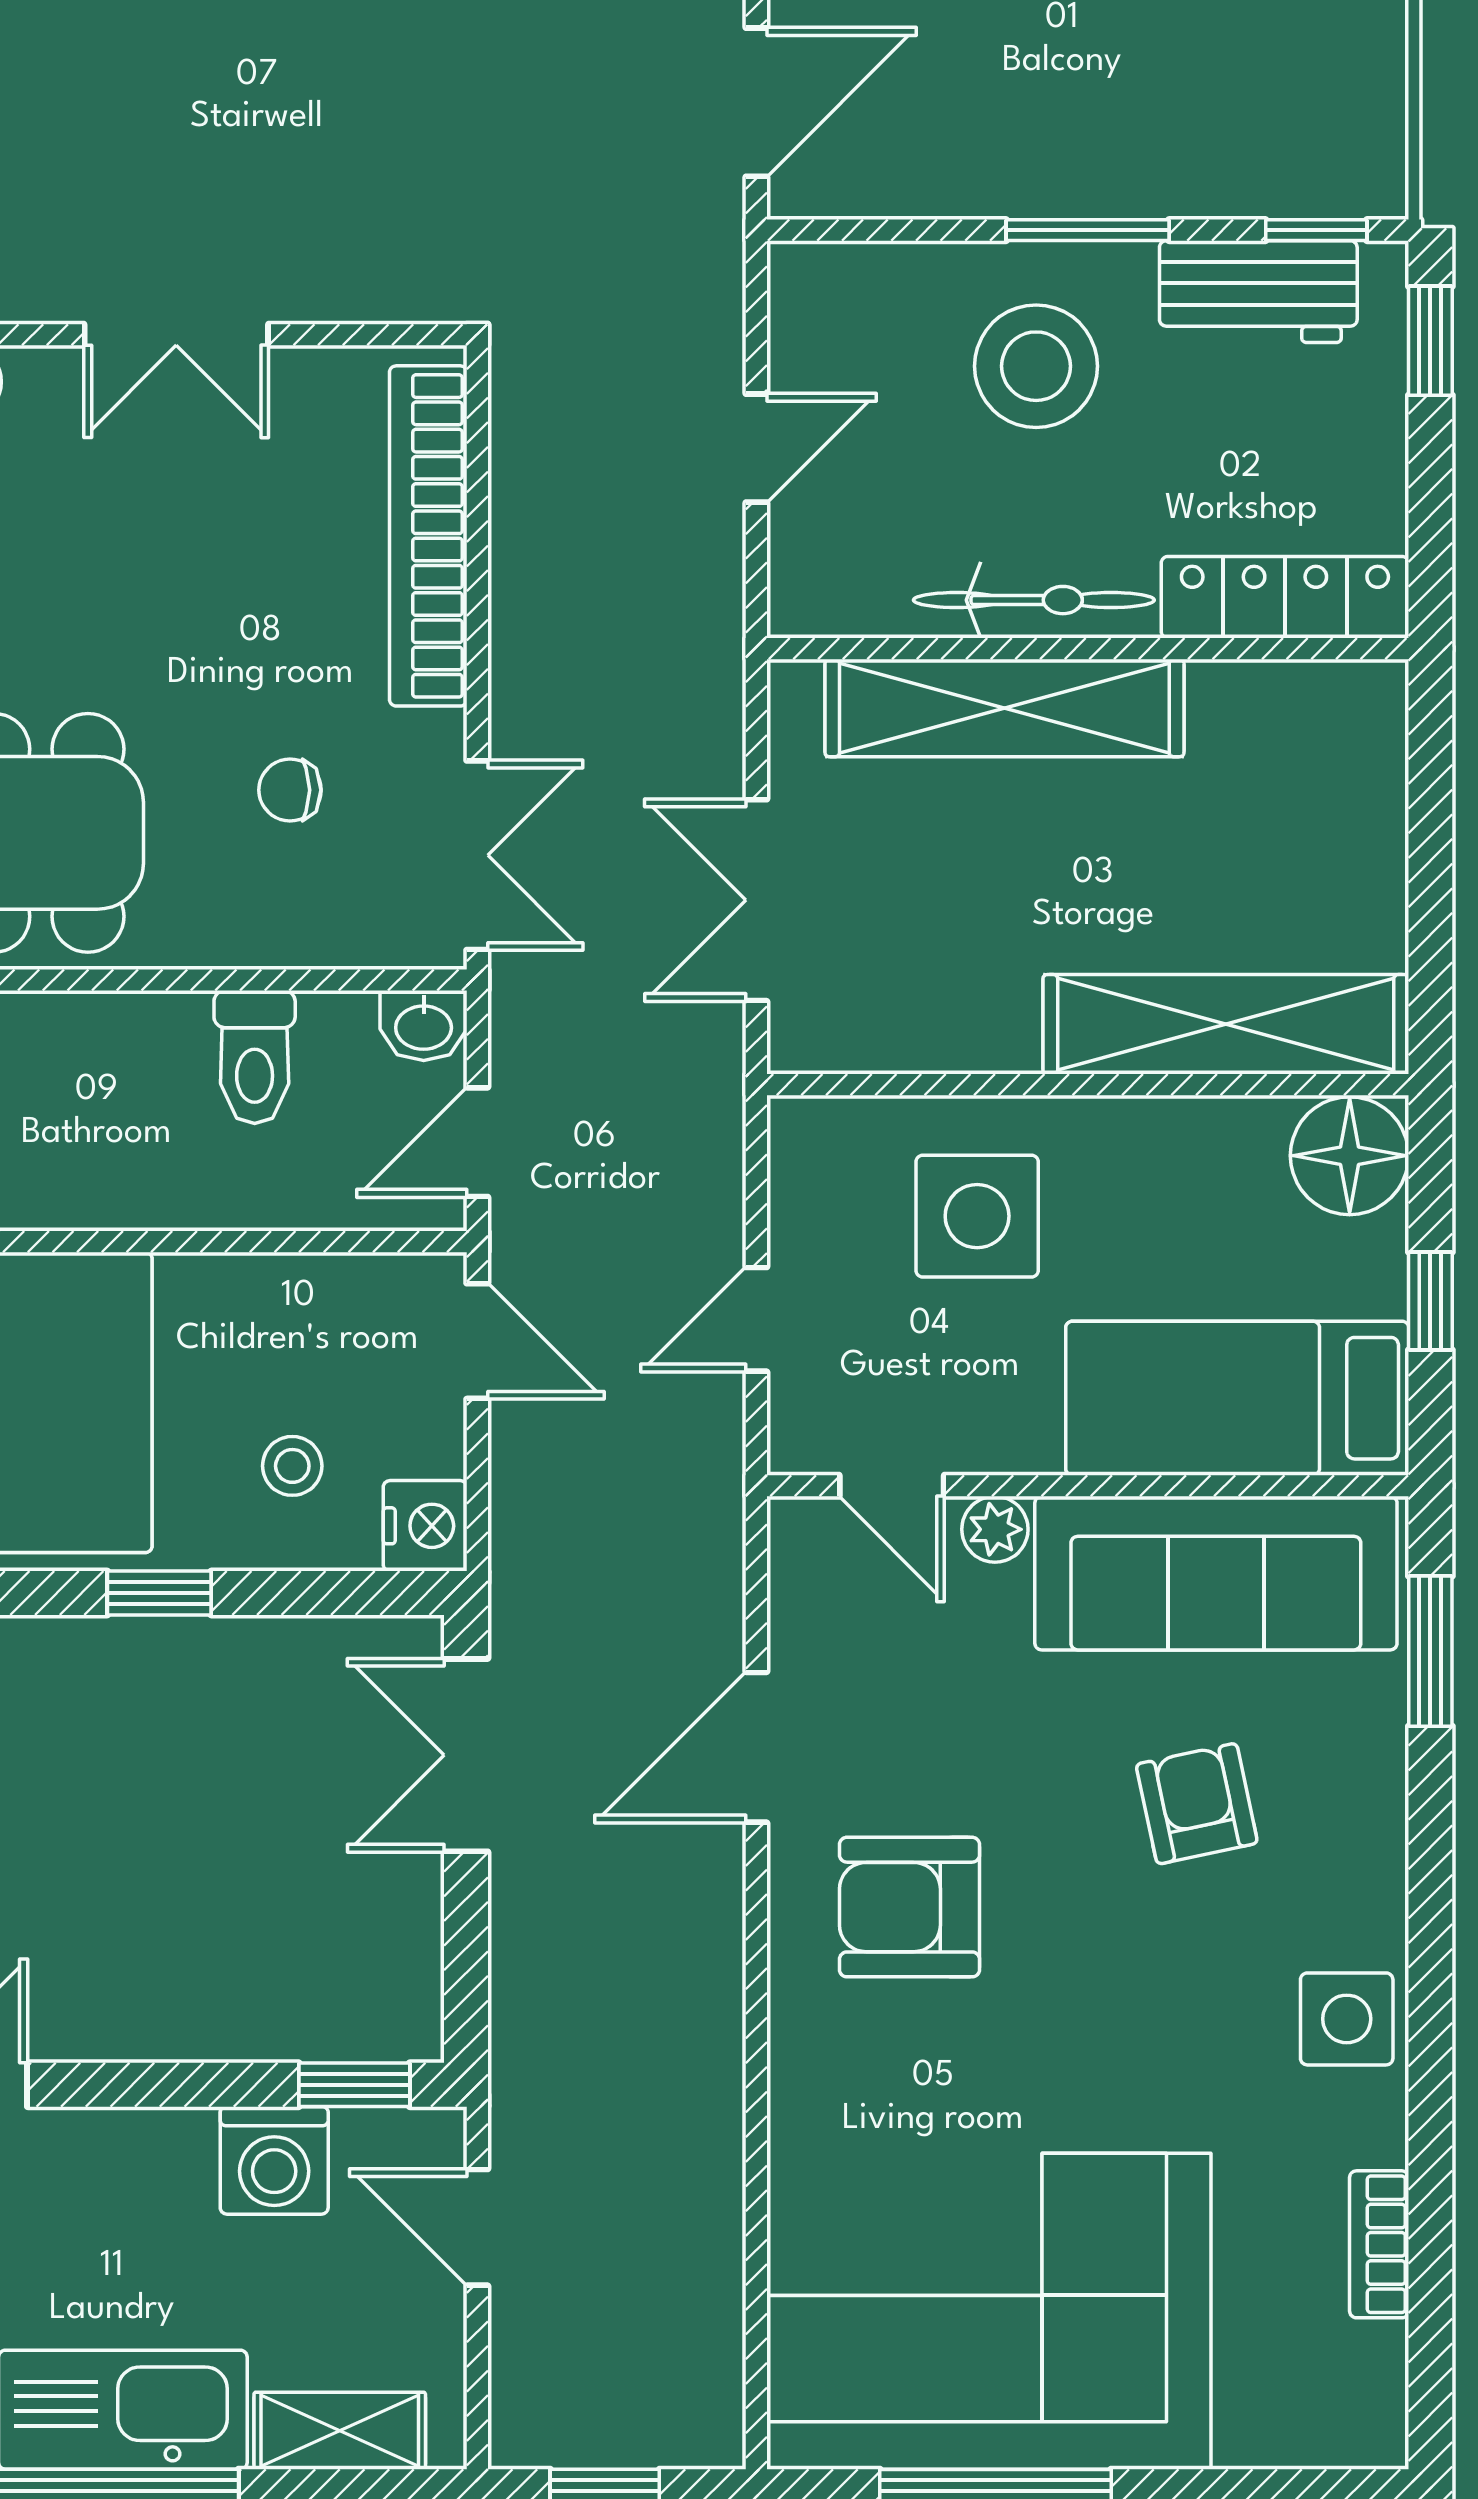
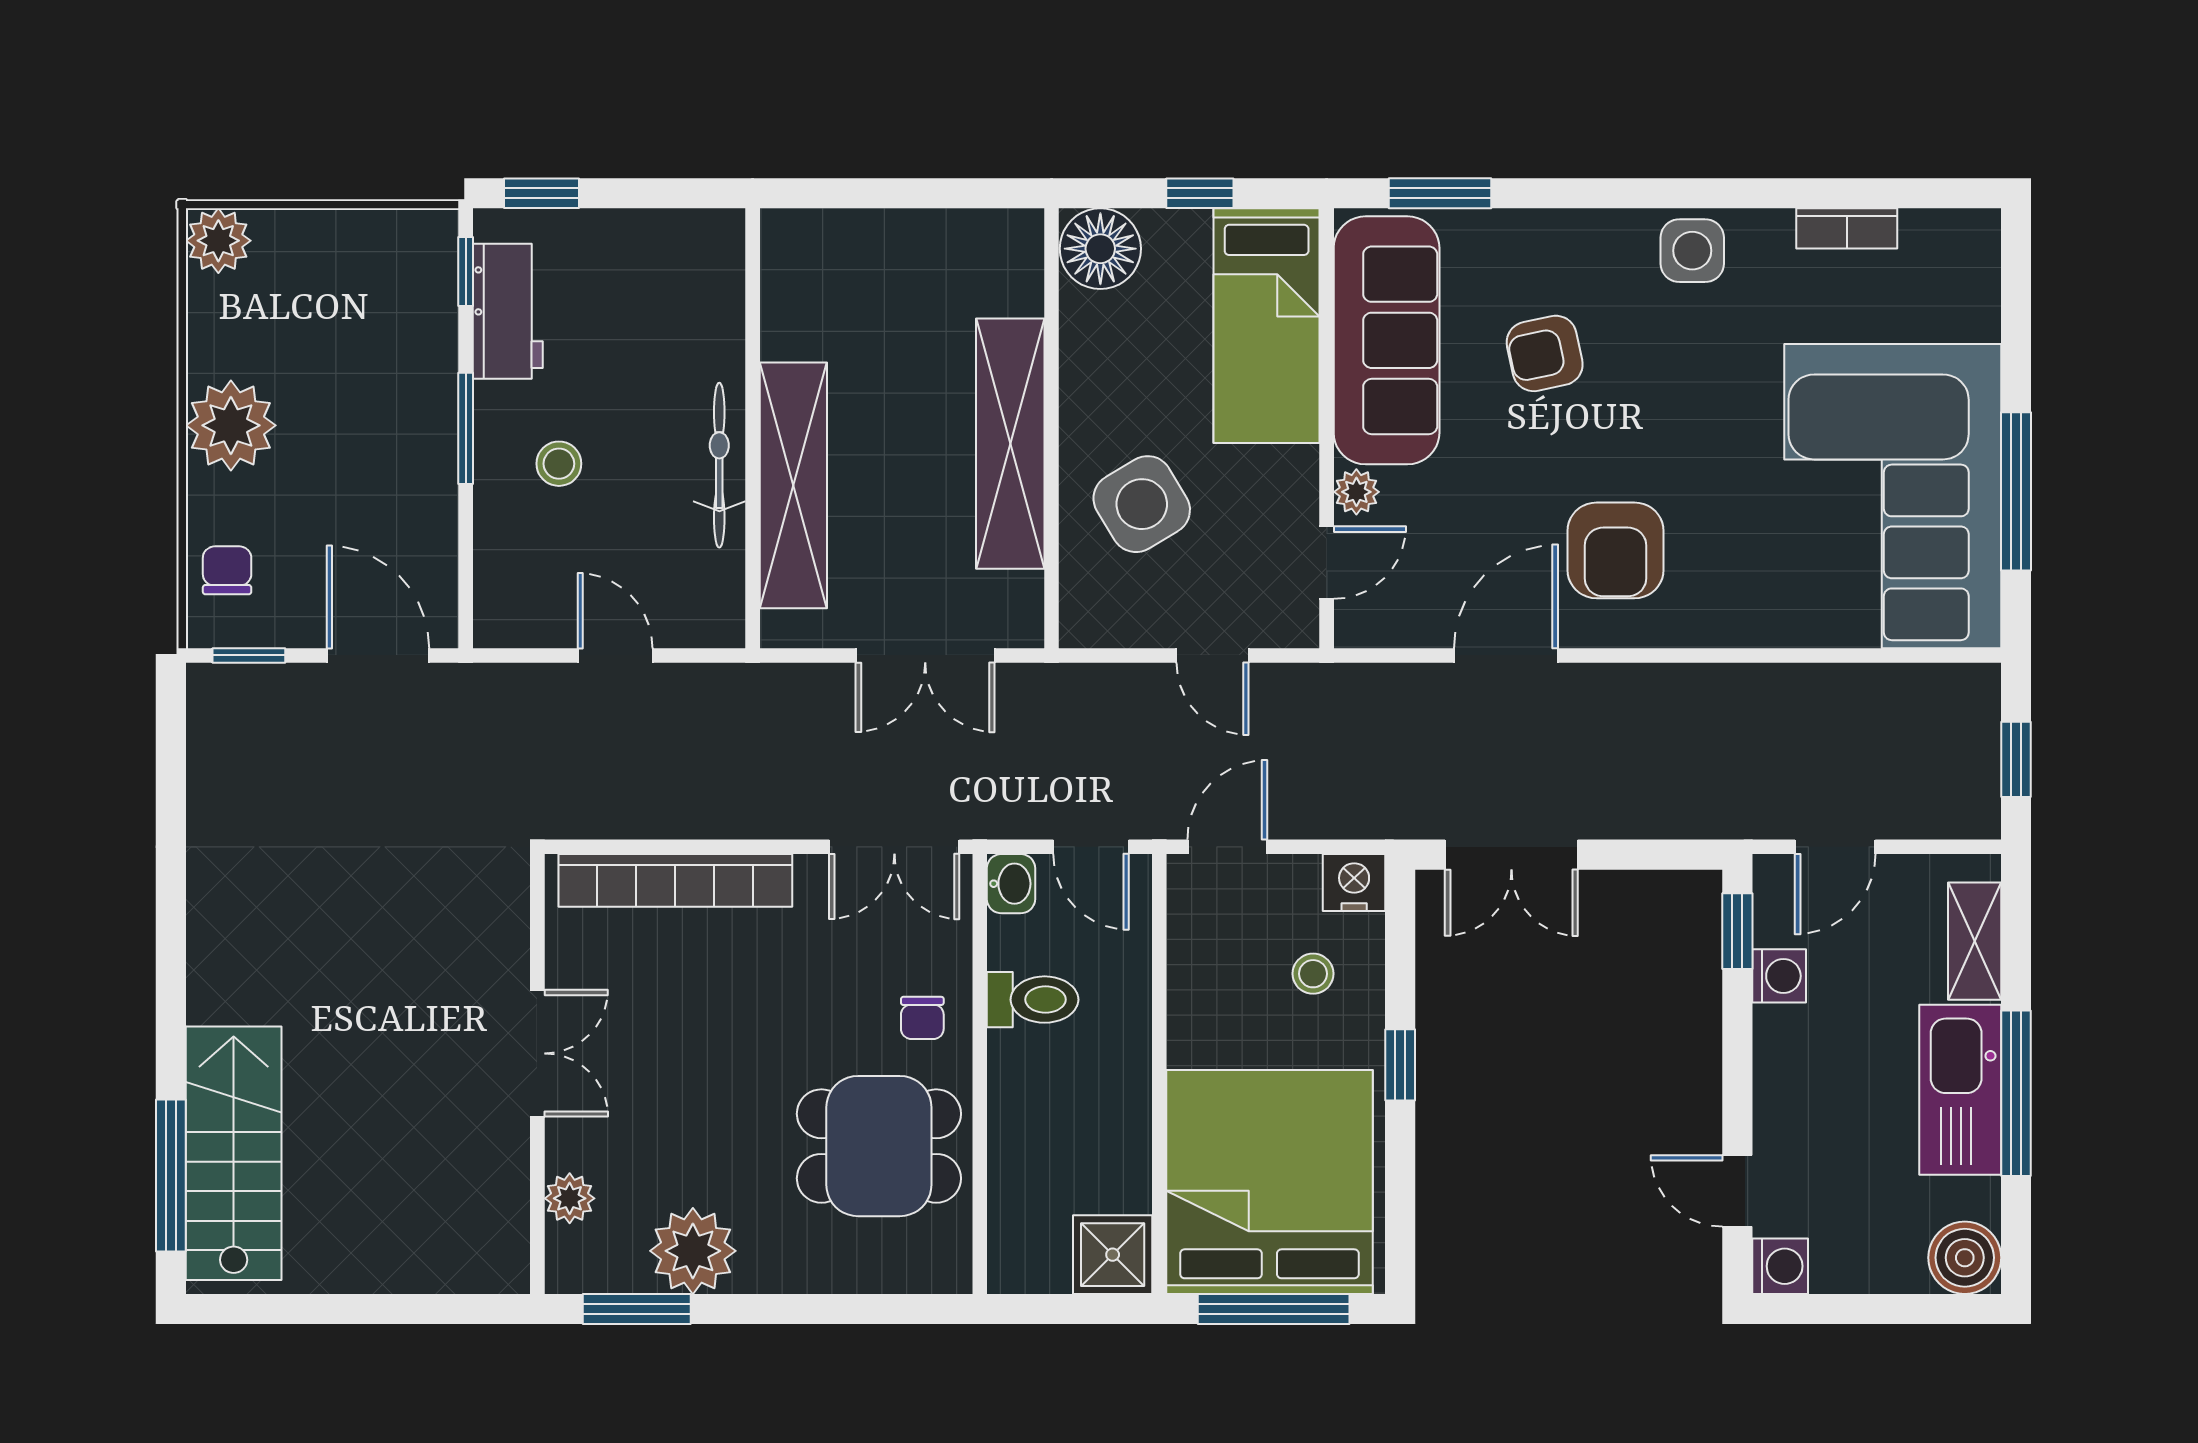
stool: (1036, 366) -> (559, 464), width x0.53, depth x0.53
locker: (1285, 597) -> (717, 293), removed
chair: (290, 790) -> (922, 1018), moved
double door: (477, 855) -> (894, 847), swing flipped
shelving: (1226, 1024) -> (1010, 444), moved
side table: (977, 1216) -> (1142, 504), turned -31
door: (756, 1747) -> (1506, 655), swing flipped
washing machine: (274, 2160) -> (1779, 976), width x0.73, depth x0.73

